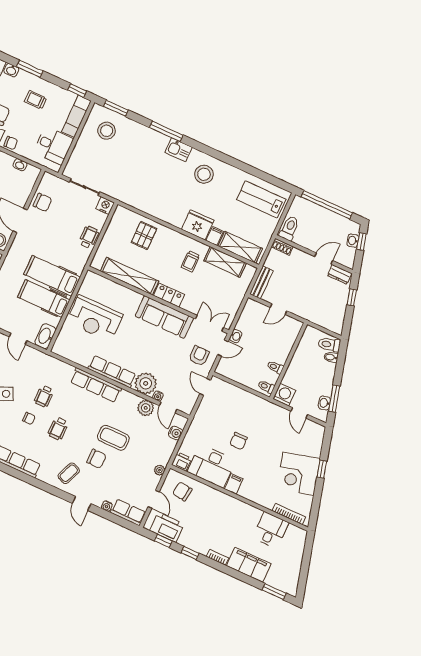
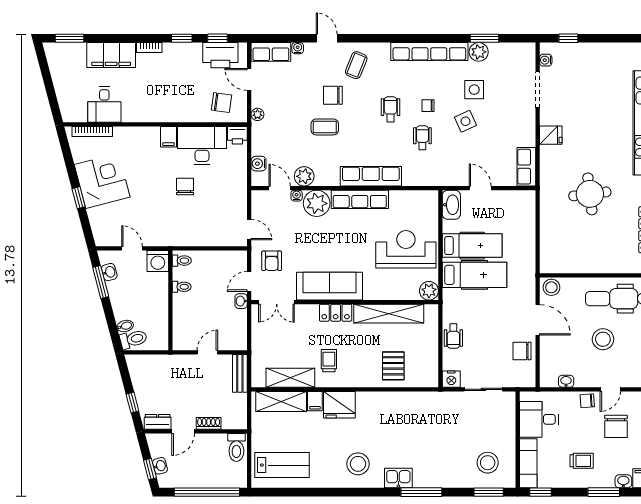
shoe rack: (282, 247) -> (209, 423), moved
plant: (92, 279) -> (429, 291), added
coffee table: (113, 438) -> (325, 127), width x0.73, depth x0.77

